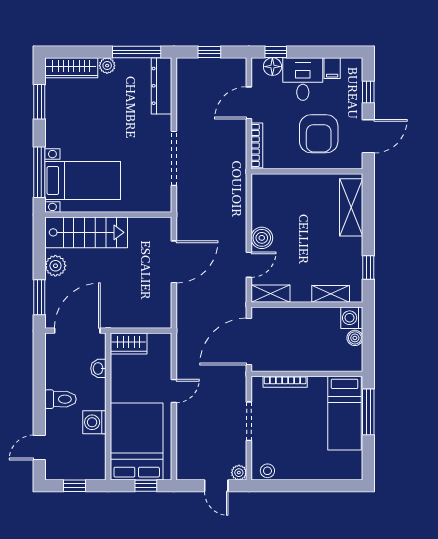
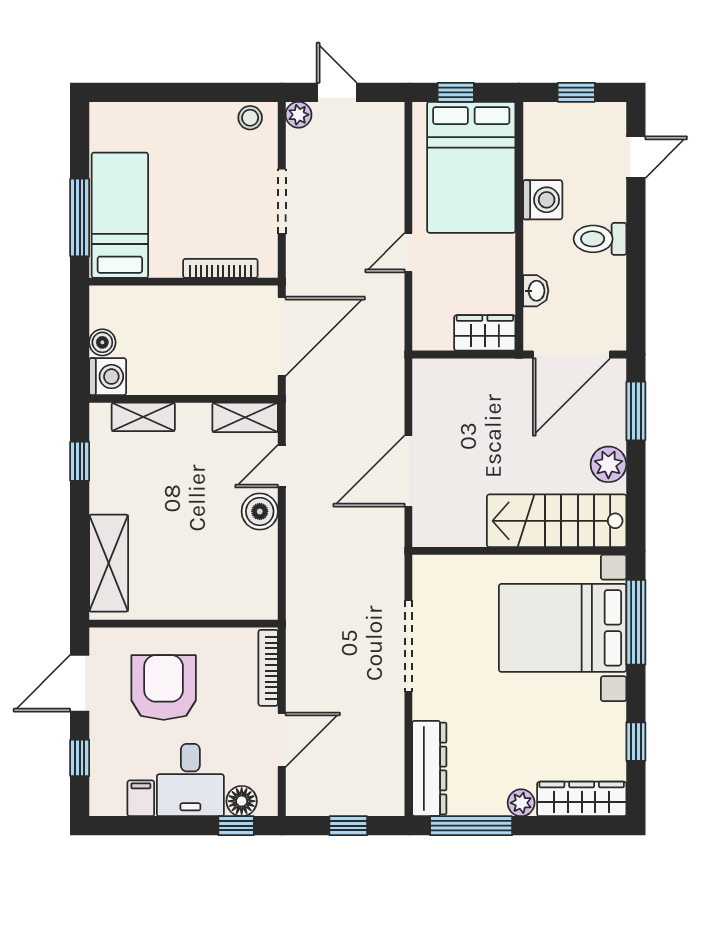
window: (39, 102) -> (636, 742), width x0.67
bed with nightstands: (83, 180) -> (563, 628), width x1.36

